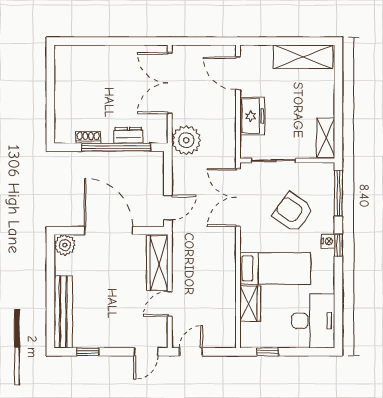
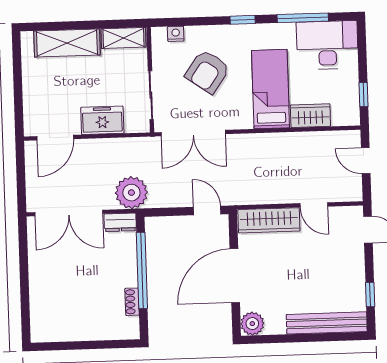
shelving: (303, 57) -> (67, 43), moved, turned 90
dresser: (128, 135) -> (120, 222), moved, turned -90
window: (338, 193) -> (303, 18), moved
nightstand: (328, 241) -> (176, 34), moved
door: (191, 352) -> (366, 161), moved

